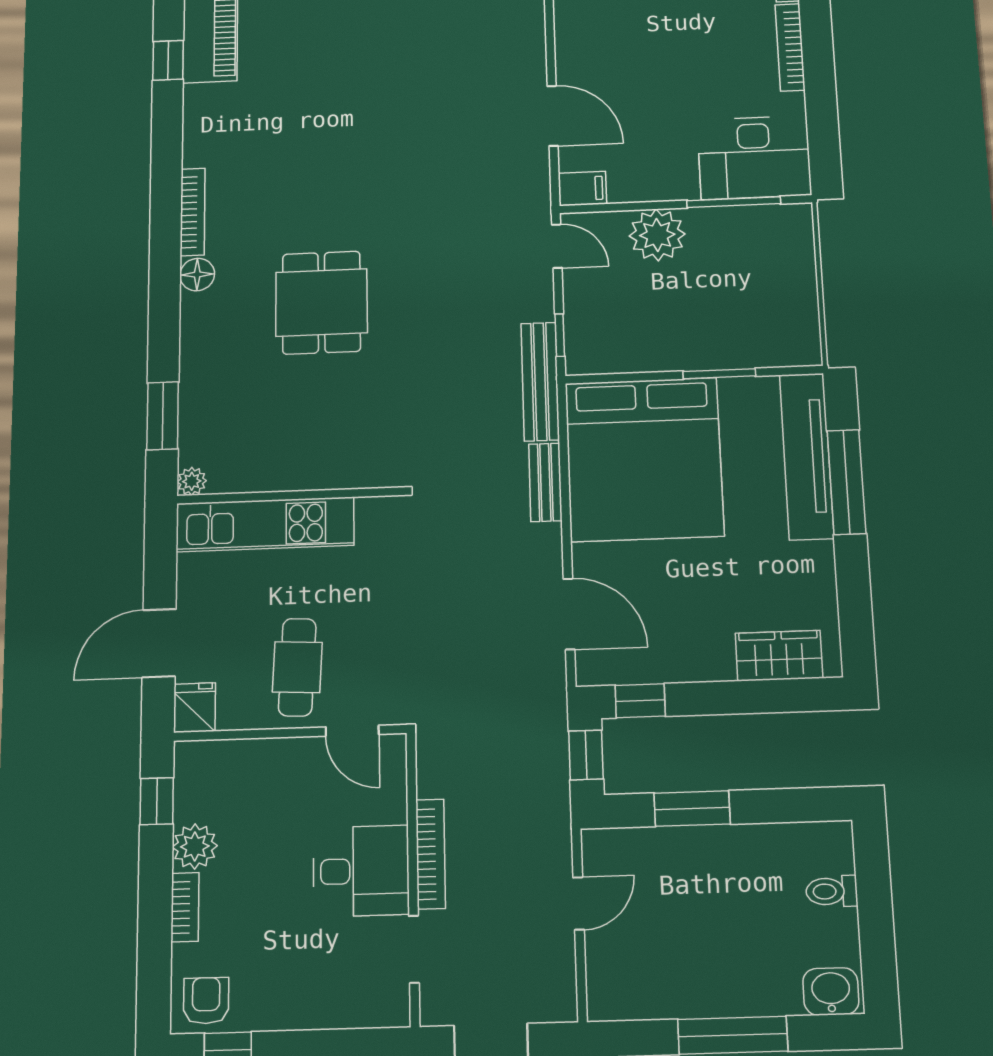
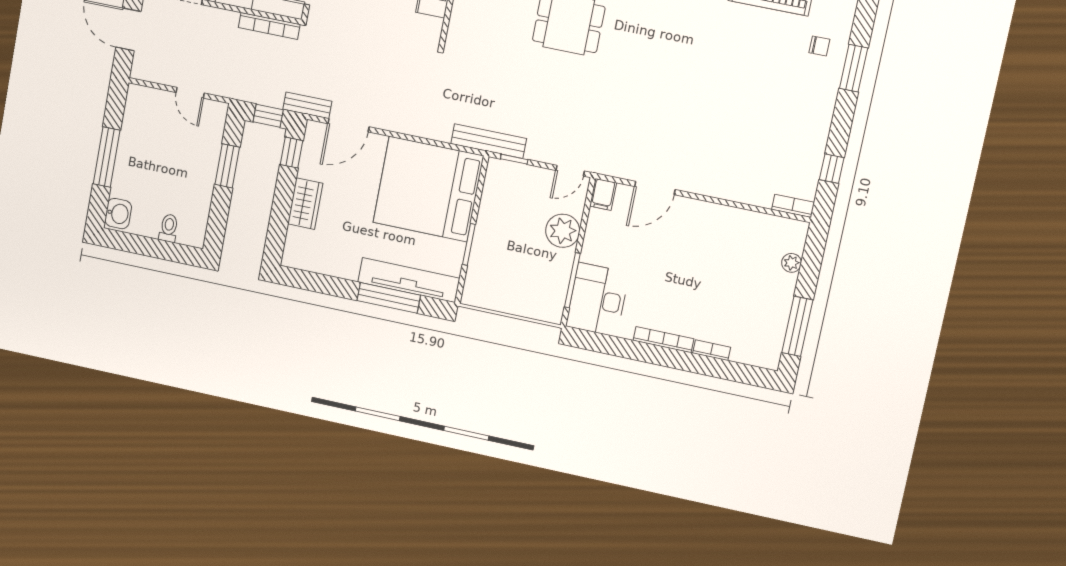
bench: (545, 482) -> (307, 105), moved
wardrobe: (779, 656) -> (305, 204), moved
bookcase: (431, 854) -> (269, 26), moved

